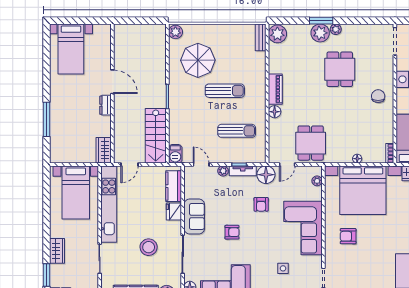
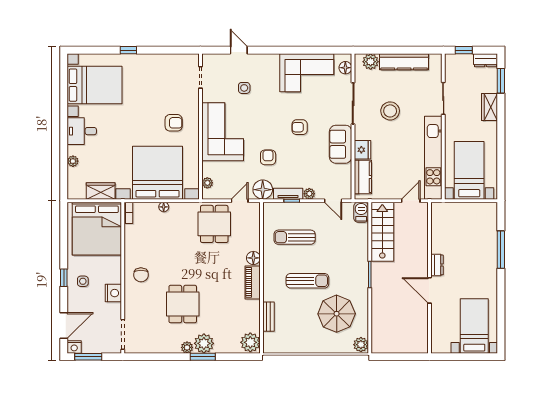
bench: (261, 37) -> (269, 317), moved
sun lounger: (225, 91) -> (307, 281), turned 180
wardrobe: (104, 150) -> (439, 216), removed

